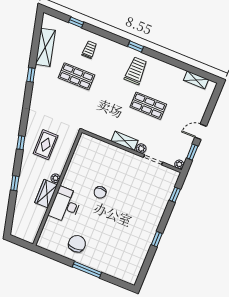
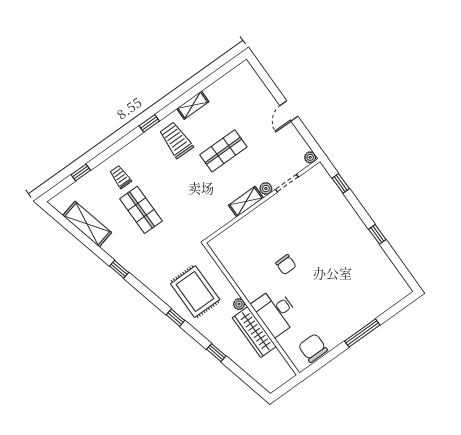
window: (31, 75) -> (119, 269), moved
shop shelf: (76, 76) -> (141, 210), turned 90
shelving: (196, 80) -> (193, 105), moved
rug: (46, 145) -> (195, 292), width x1.36, depth x1.43
window: (192, 152) -> (306, 134), removed
wardrobe: (46, 194) -> (254, 332), width x1.50
chair: (77, 244) -> (313, 348), moved

